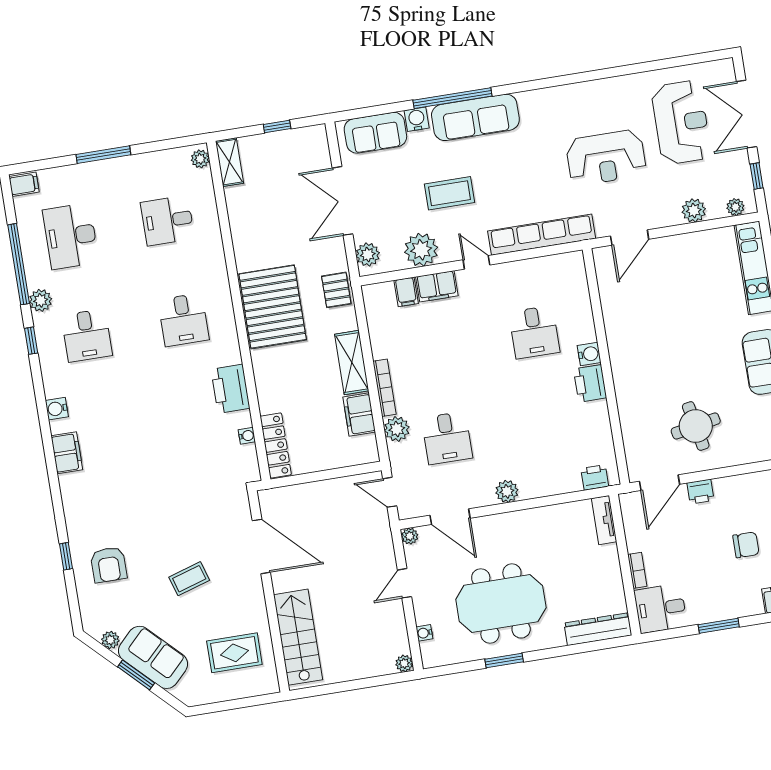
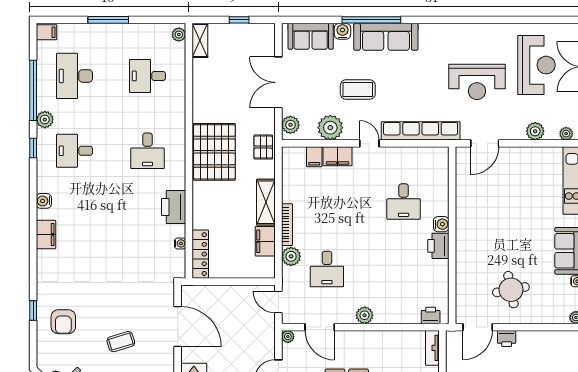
desk: (87, 335) -> (74, 151), turned 90

